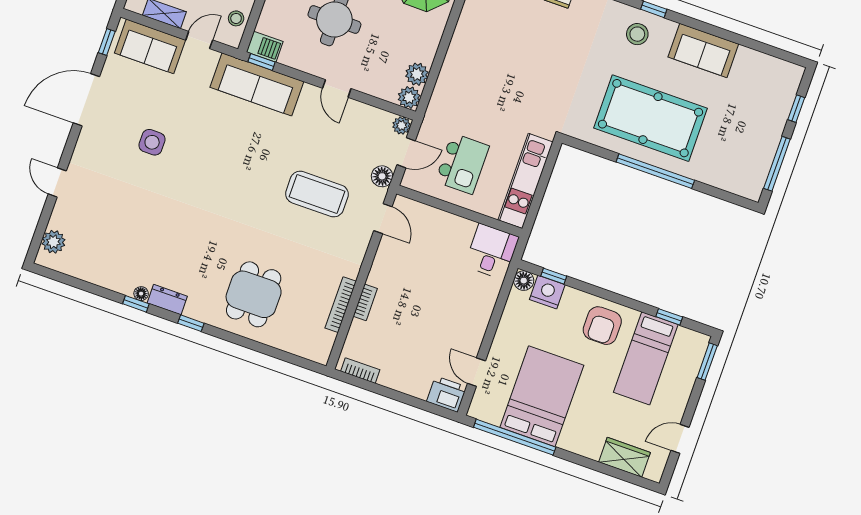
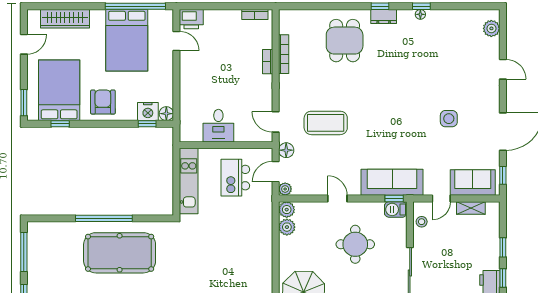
desk: (492, 251) -> (218, 126), moved
dresser: (167, 300) -> (384, 17), moved
bed: (646, 358) -> (59, 90), width x1.50
wardrobe: (625, 457) -> (65, 19), width x1.50

